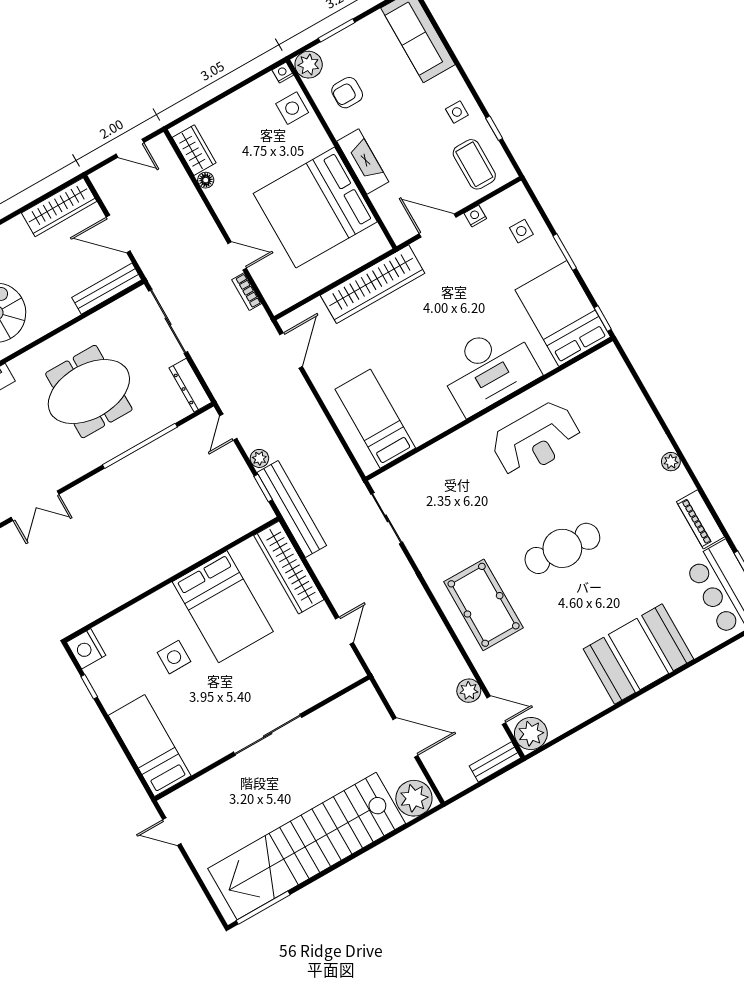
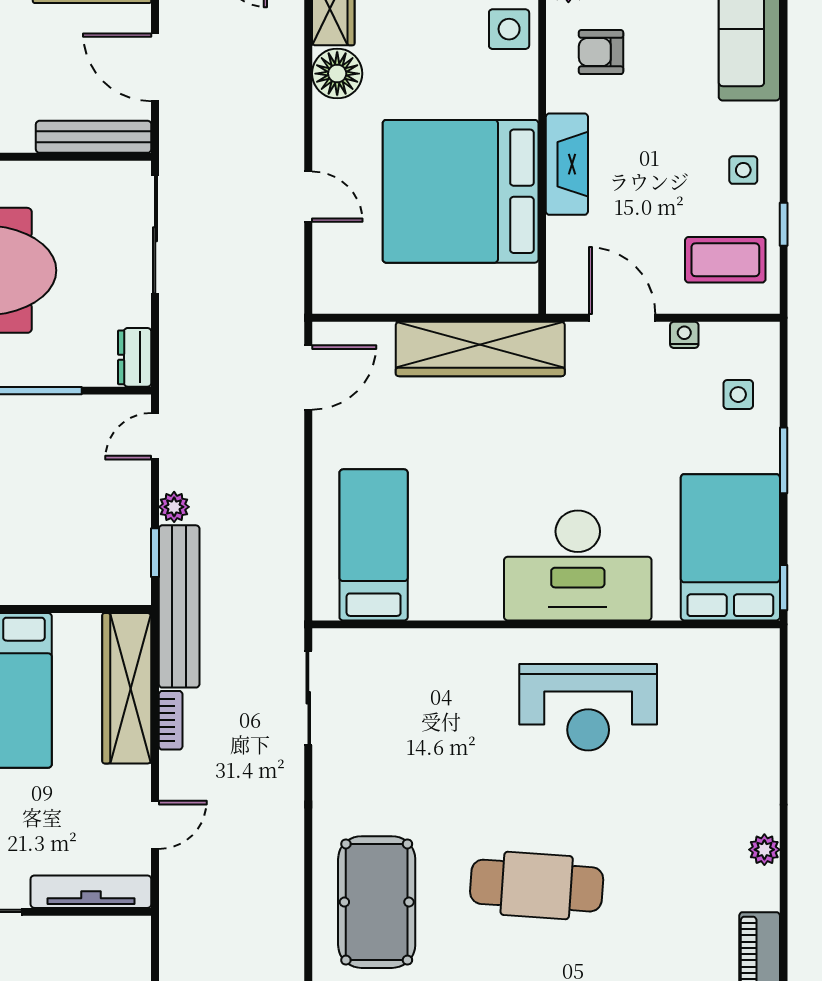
coffee table: (474, 164) -> (725, 260), turned 90
floor lamp: (206, 180) -> (337, 74), width x1.89, depth x1.89
bookcase: (247, 292) -> (171, 720), moved, turned 180
dresser: (190, 385) -> (135, 357), width x0.70
tv unit: (331, 685) -> (91, 892), added

